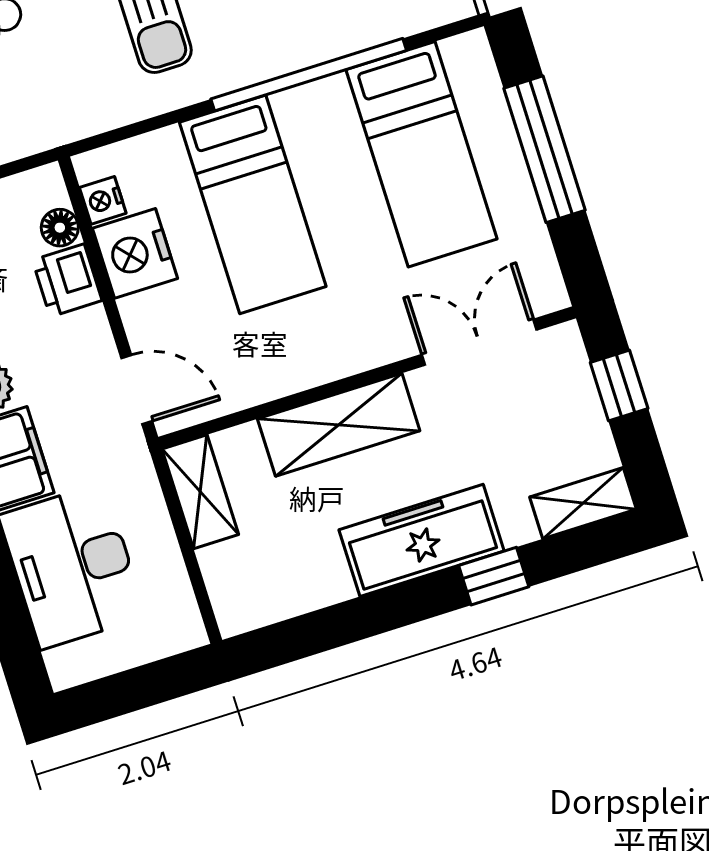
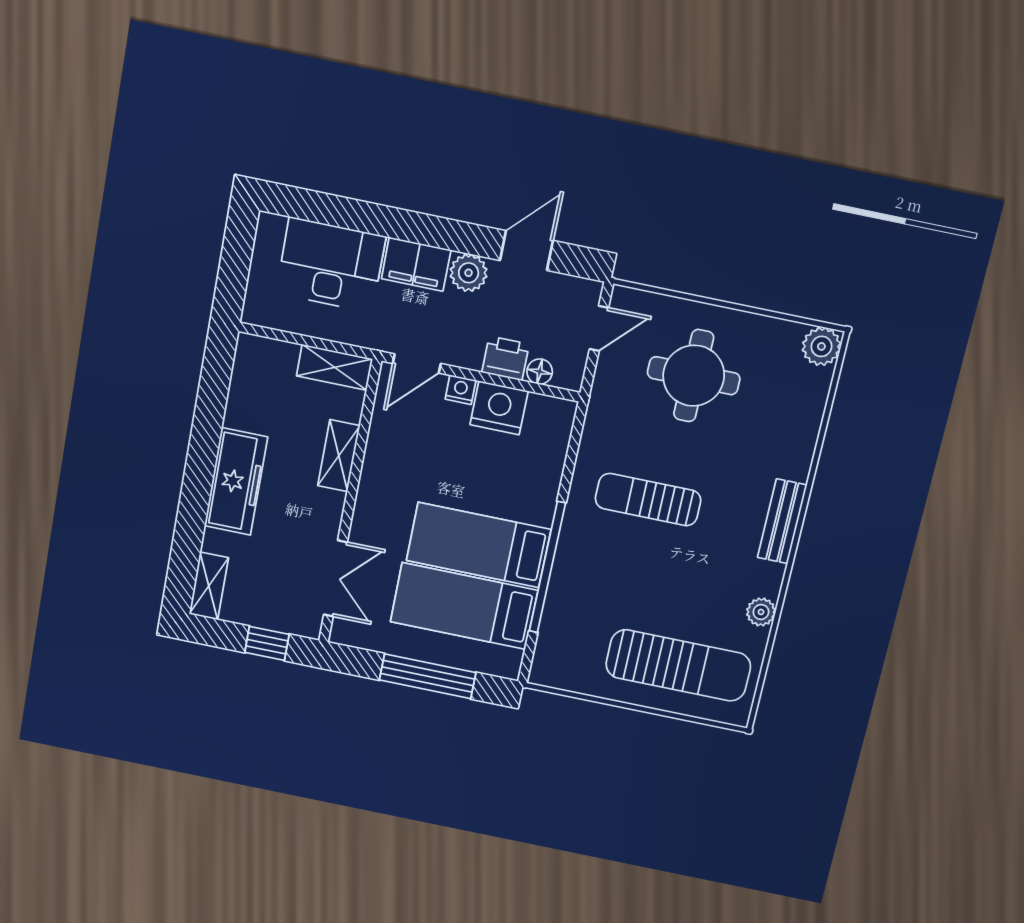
nightstand: (103, 200) -> (461, 390), moved
bed: (253, 204) -> (479, 545), moved
shelving: (339, 425) -> (339, 456), width x0.67, depth x0.75
window: (494, 576) -> (193, 512), removed

